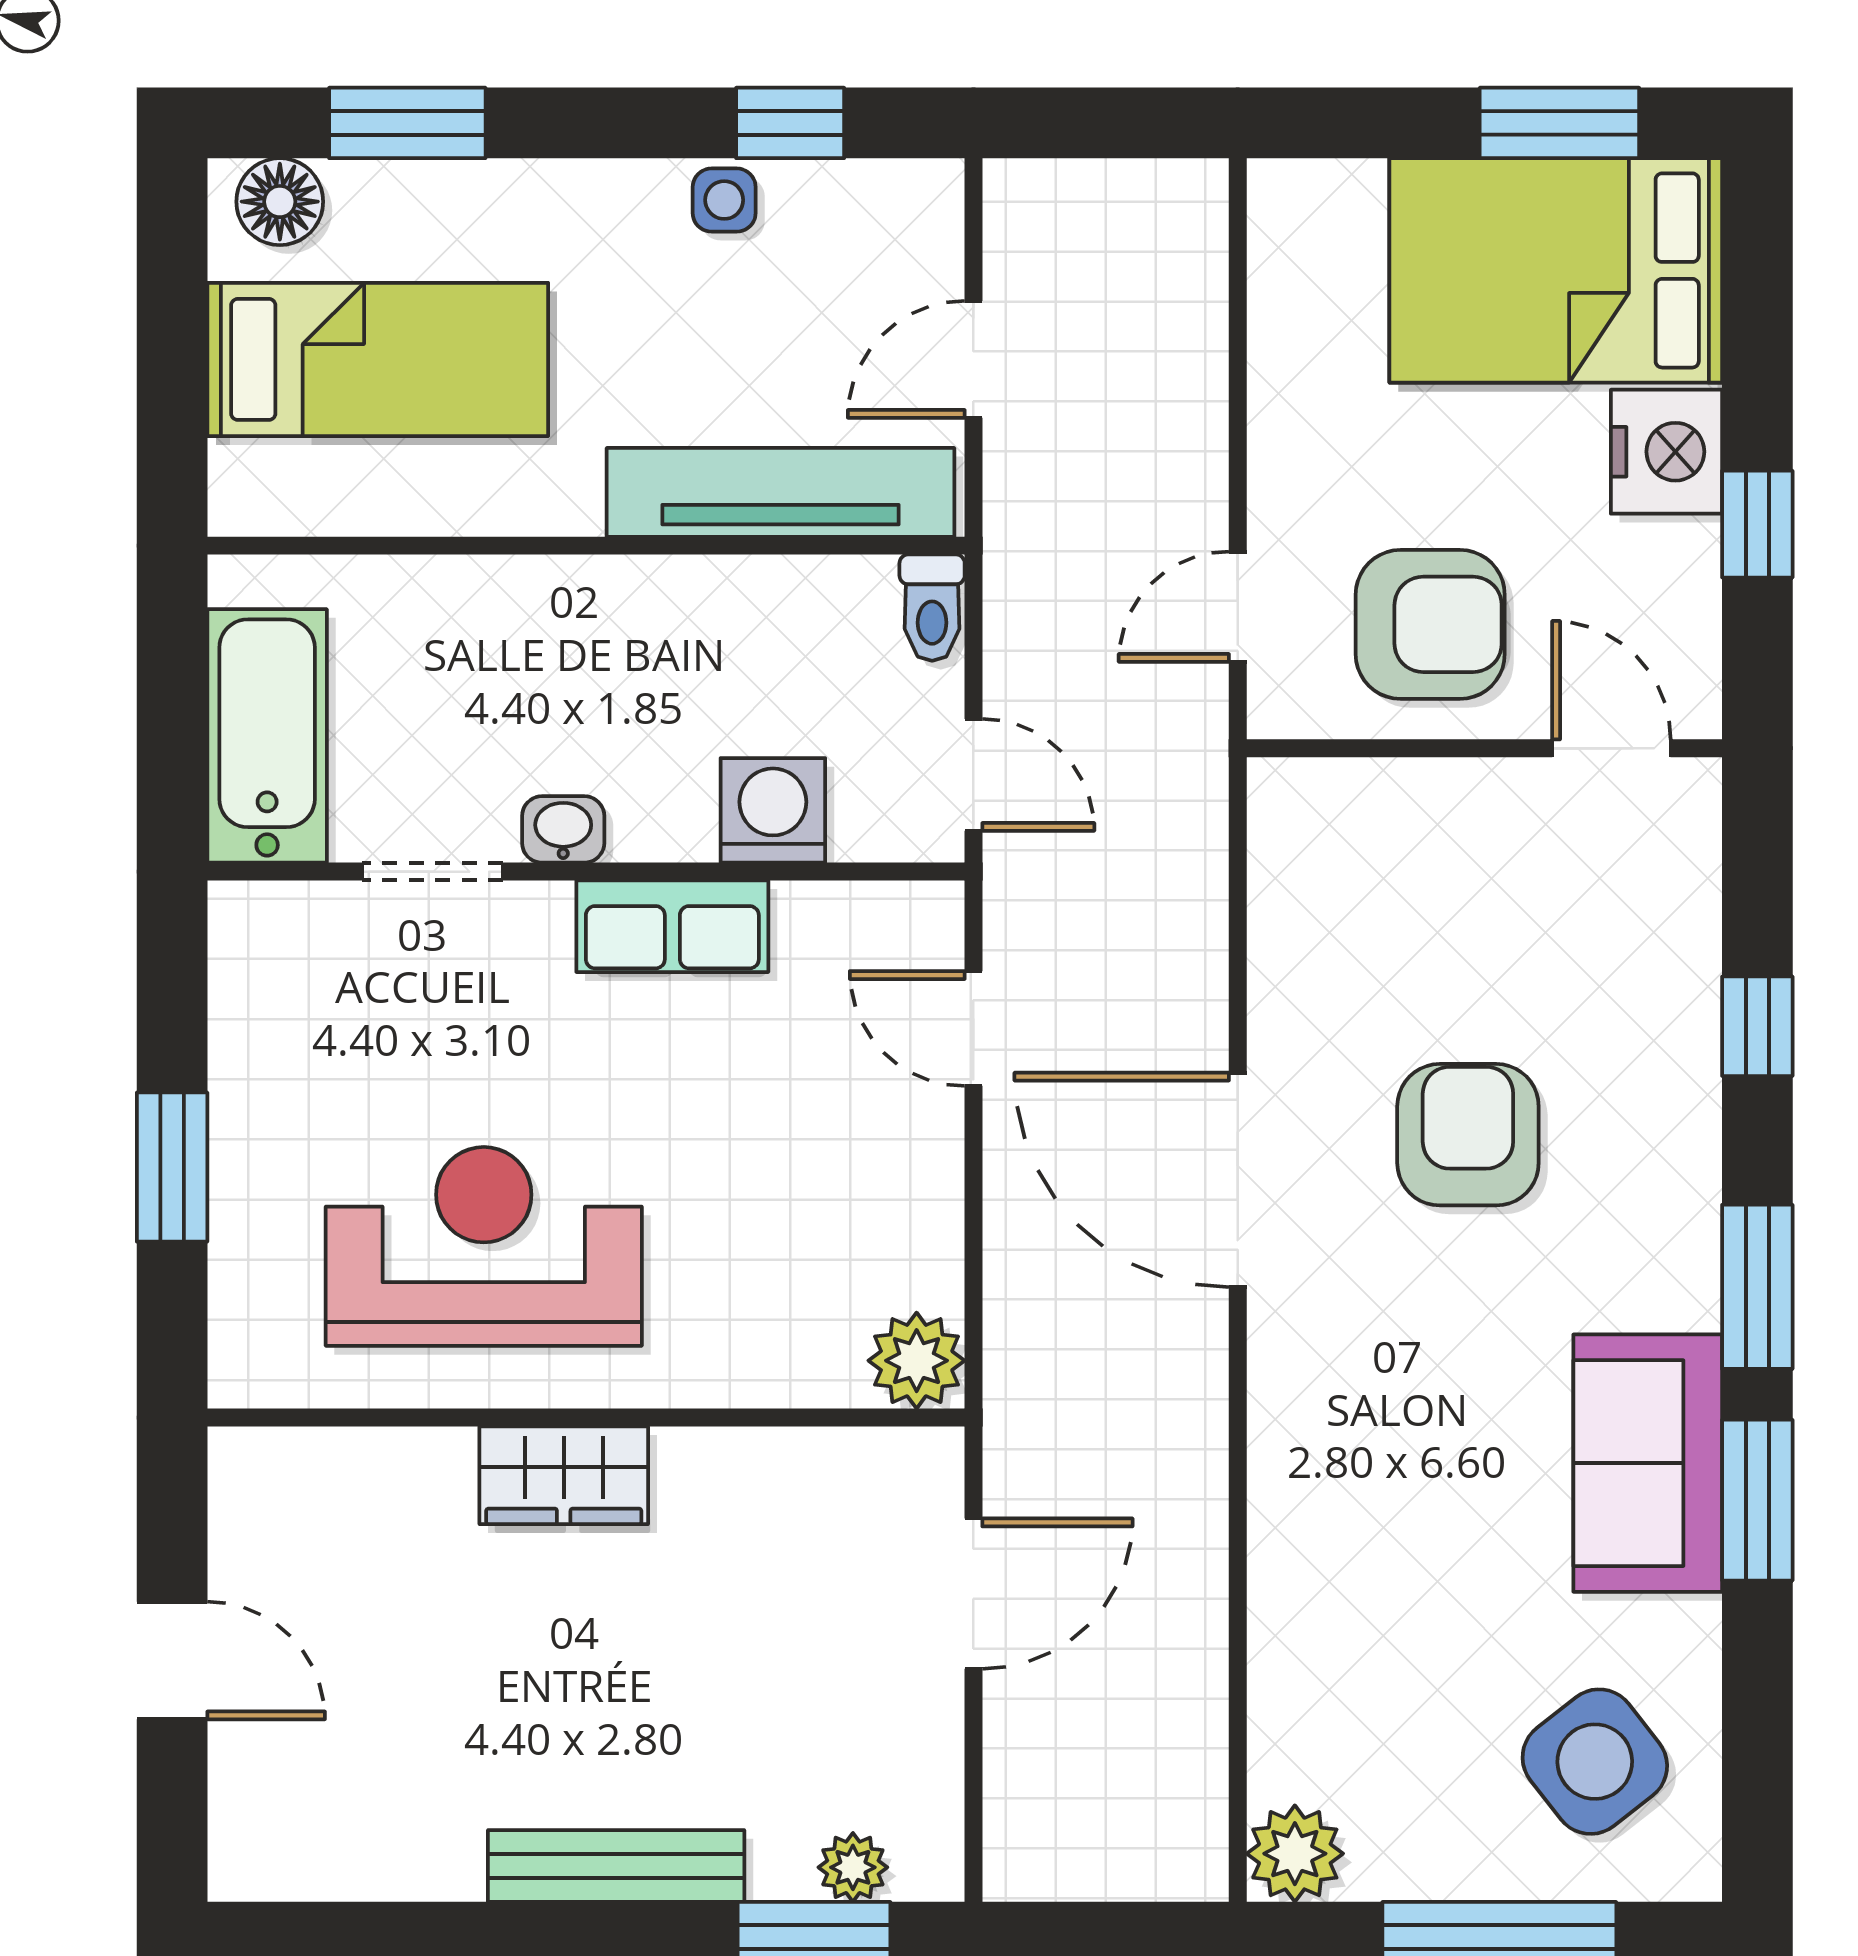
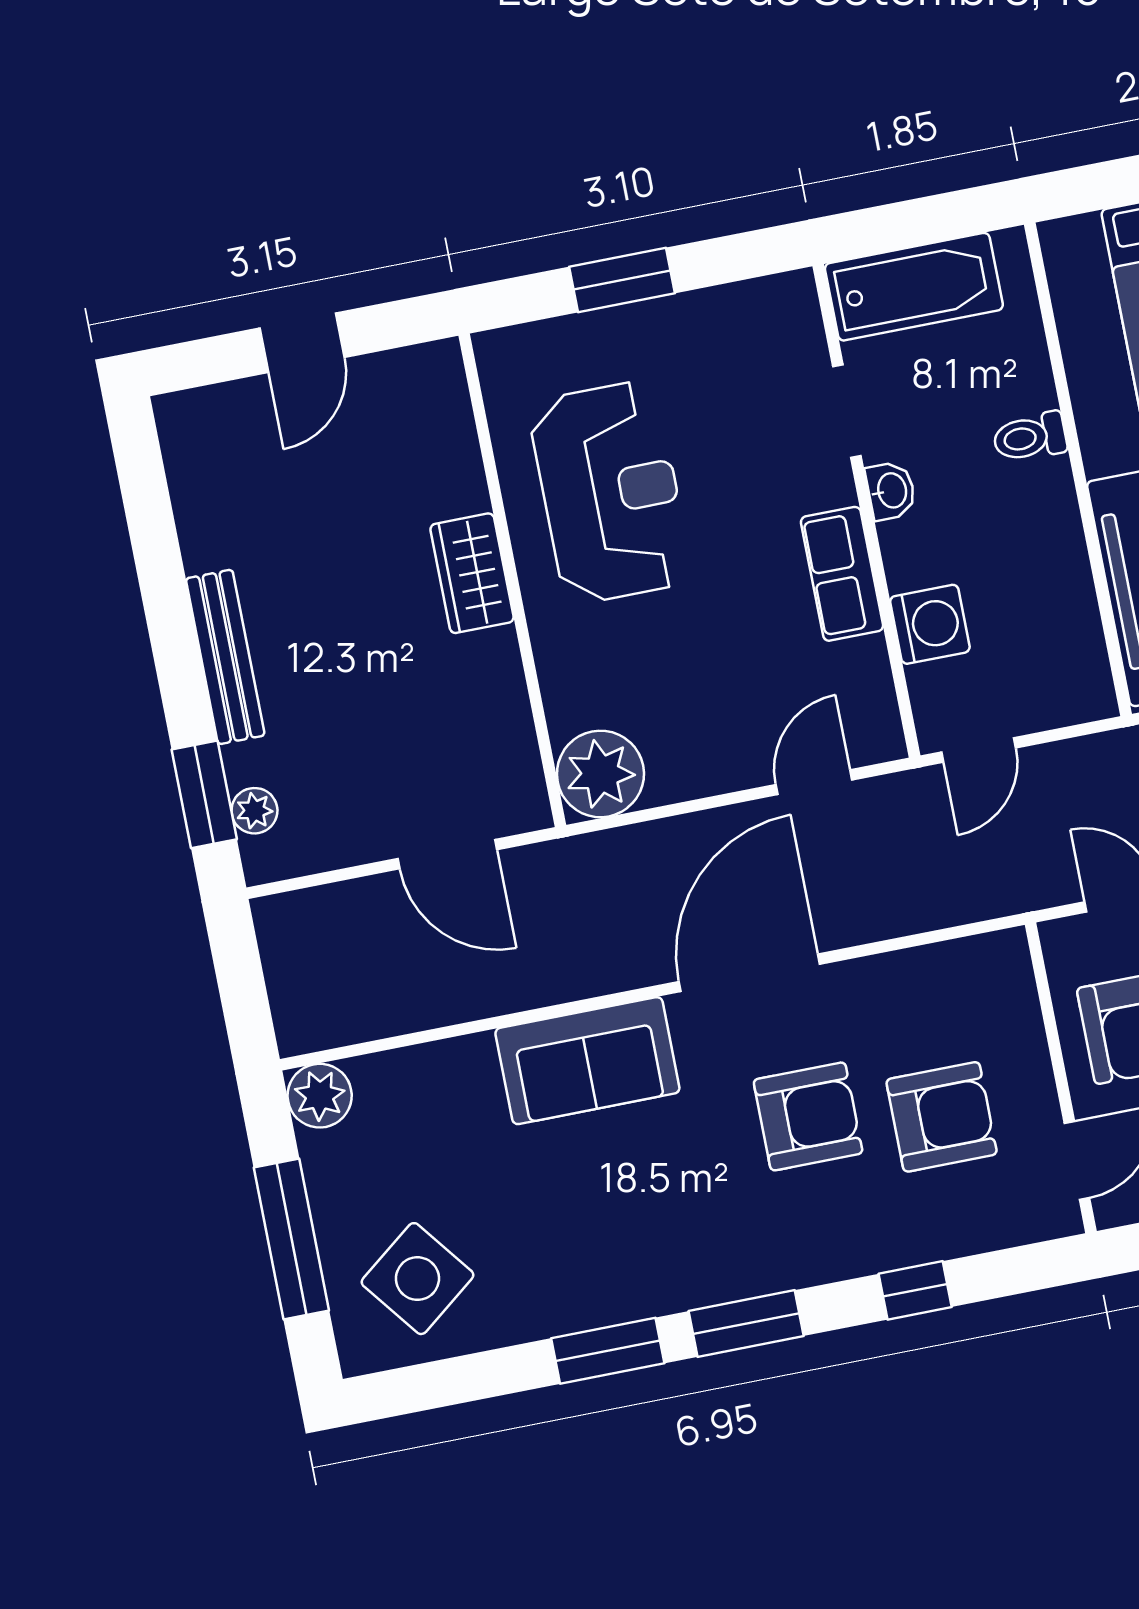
toilet: (932, 608) -> (1030, 437), moved
armchair: (1507, 937) -> (942, 1117), added
plant: (917, 1361) -> (600, 774), width x1.36, depth x1.36
sofa: (1648, 1463) -> (587, 1061), moved, turned 180

